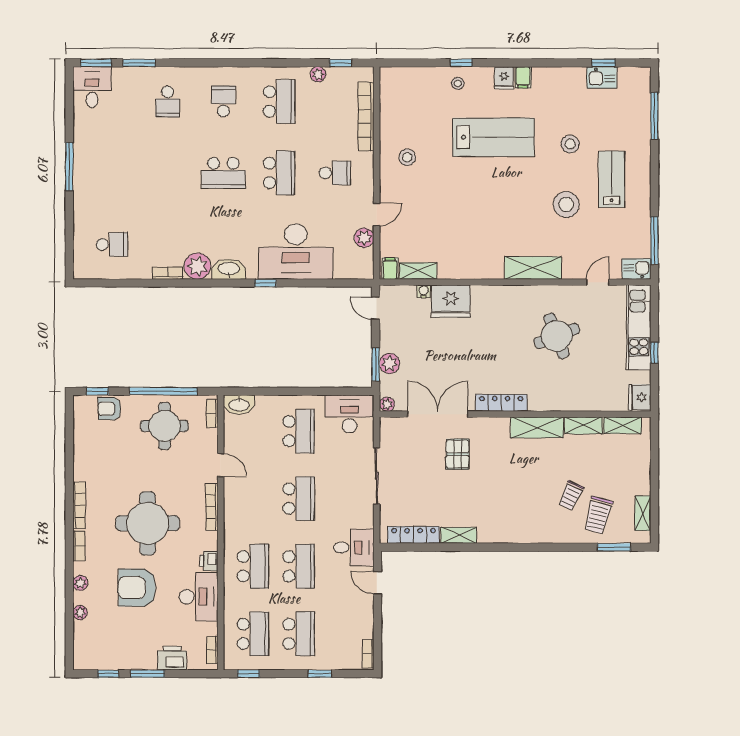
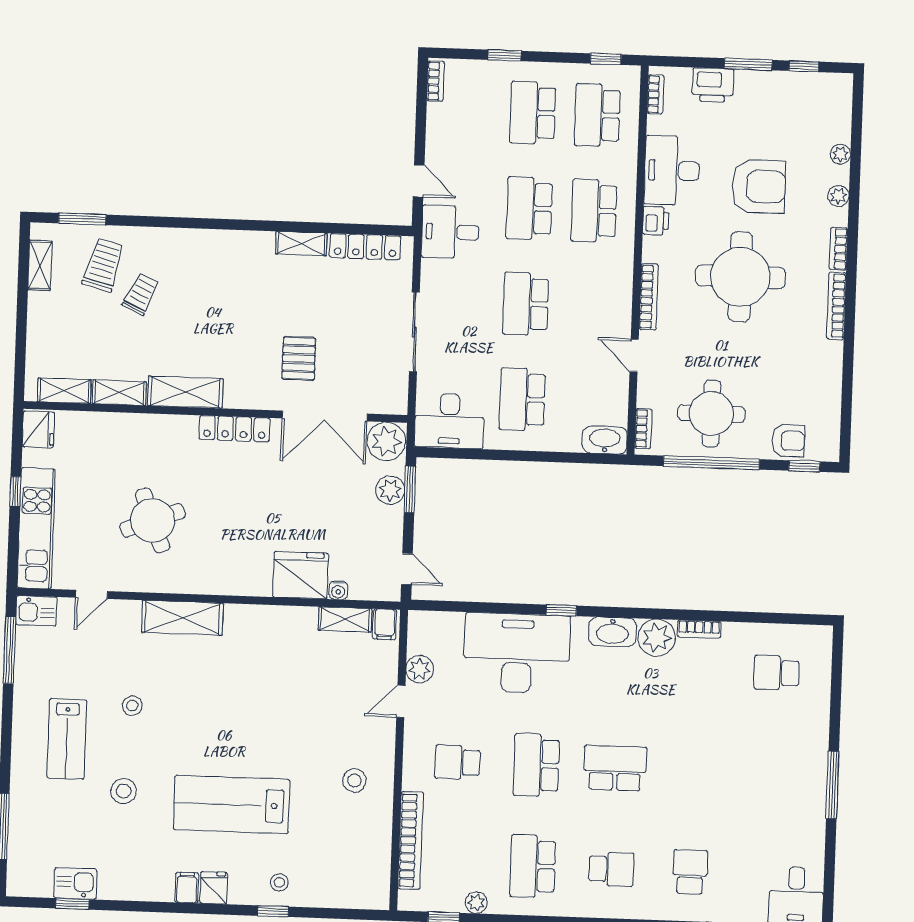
school desk: (223, 101) -> (611, 869), turned -90
stool: (566, 205) -> (132, 706), width x0.53, depth x0.53
plant: (387, 404) -> (386, 441), width x1.88, depth x1.88

